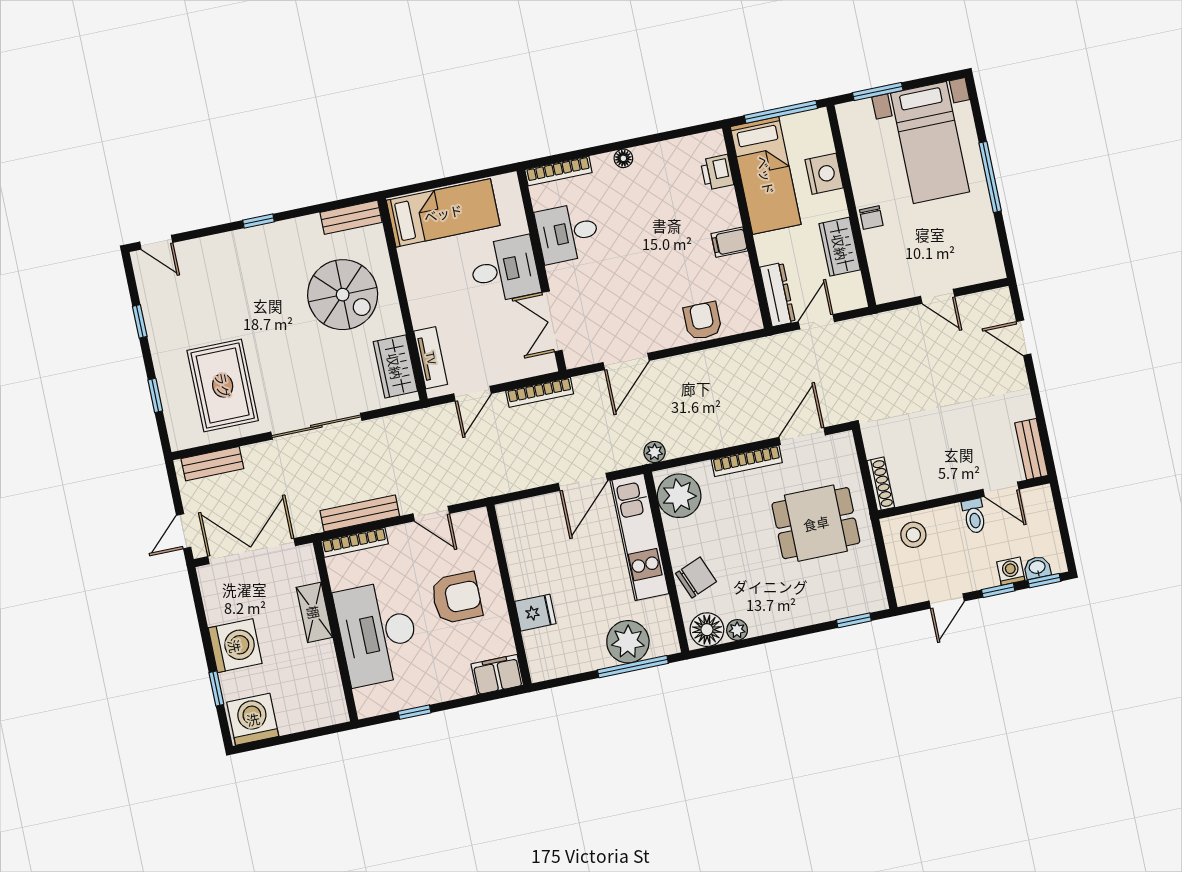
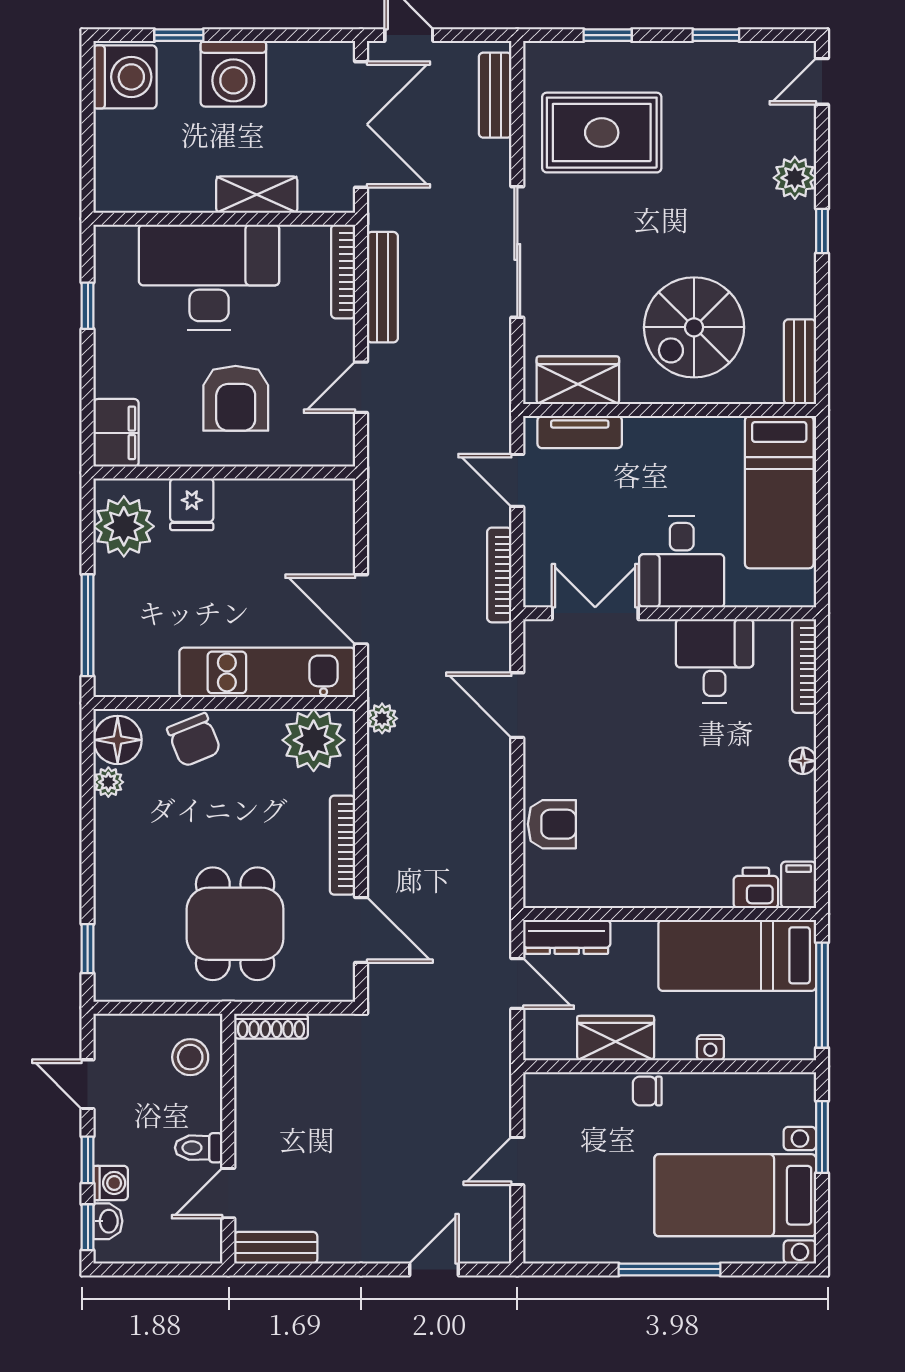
nightstand: (824, 174) -> (710, 1048), width x0.53, depth x0.56
filing cabinet: (729, 242) -> (799, 885), moved
plant: (226, 247) -> (795, 178), added
plant: (628, 642) -> (124, 526), moved

